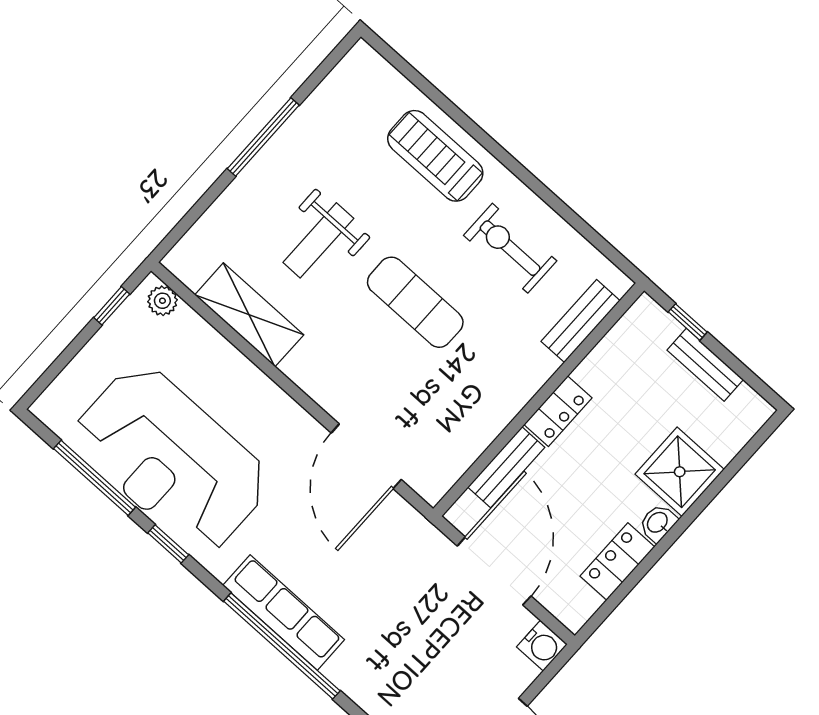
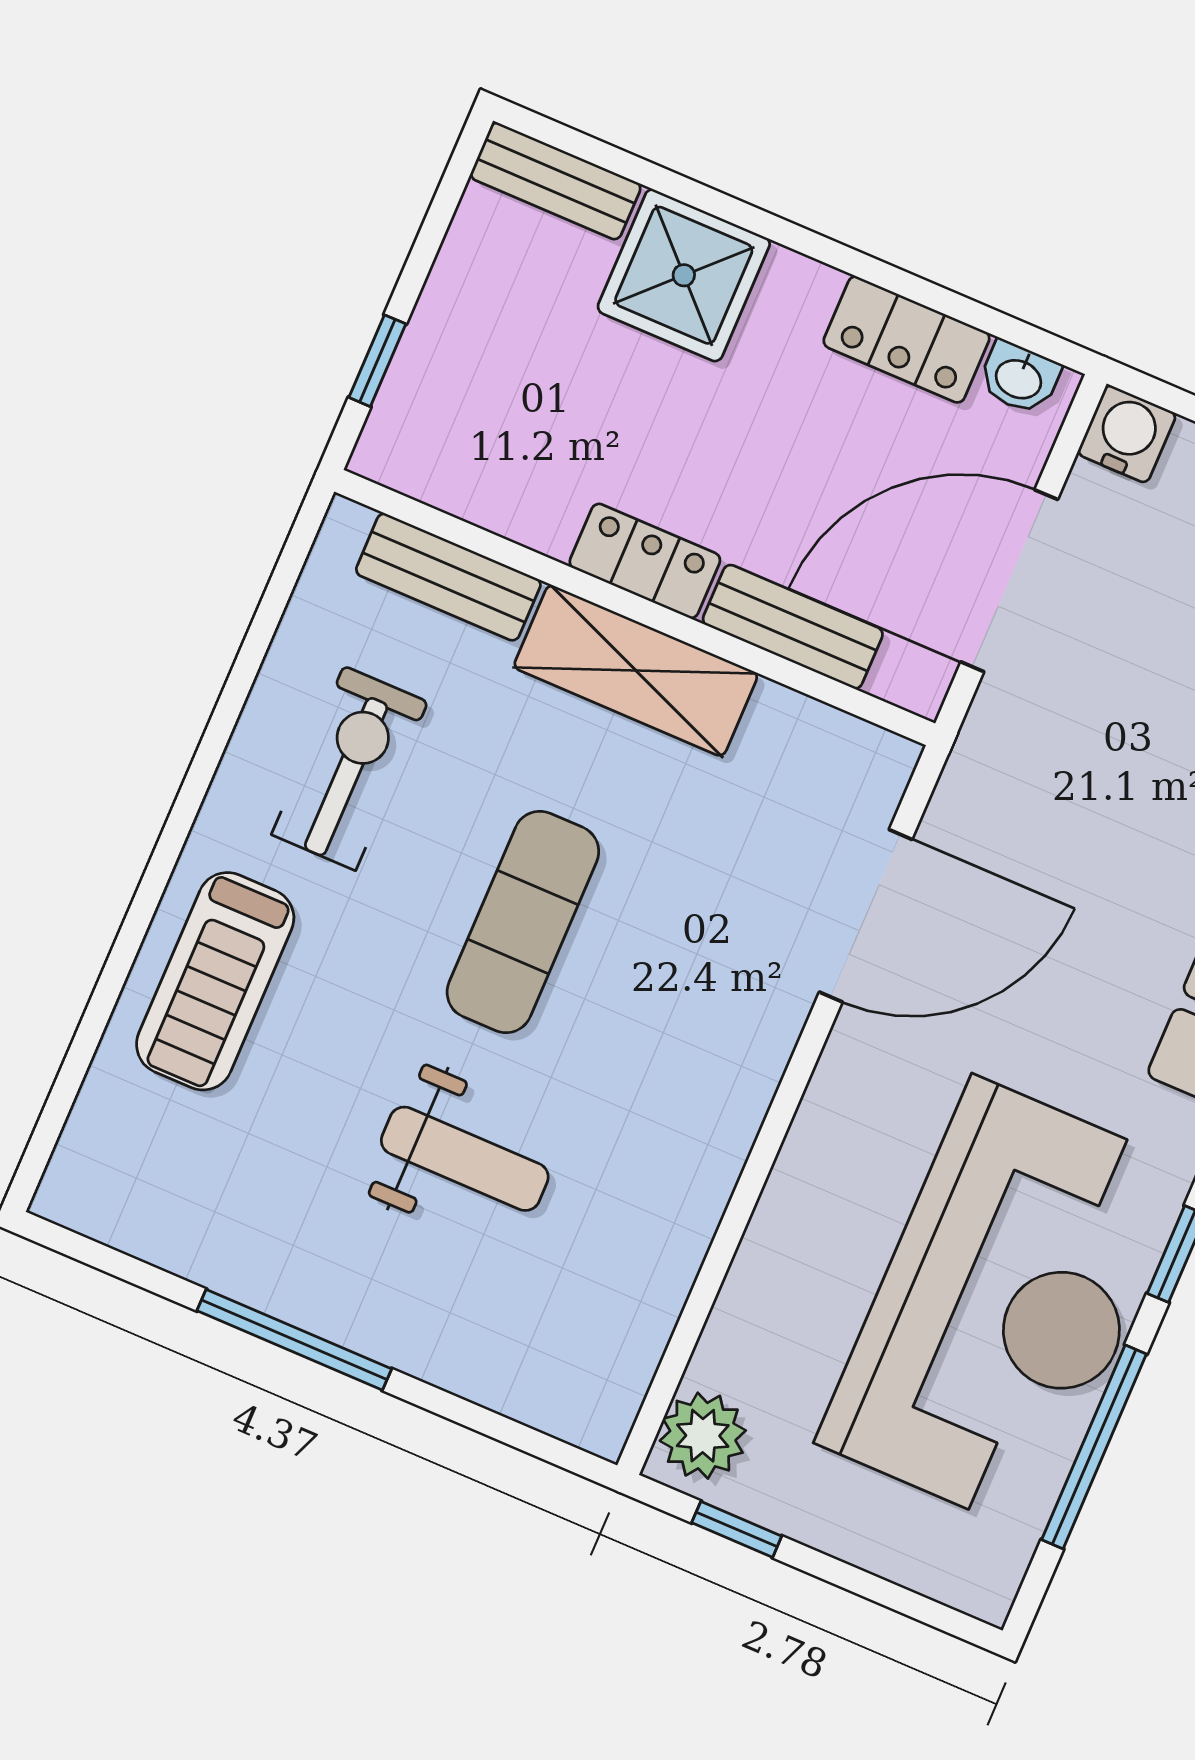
exercise bike: (510, 248) -> (350, 768), turned 180
plant: (162, 301) -> (703, 1436), width x1.38, depth x1.38
shelving: (249, 315) -> (636, 671), moved, turned 90
bench: (705, 365) -> (556, 181), moved, turned 90
washbasin: (658, 523) -> (1019, 378), moved

